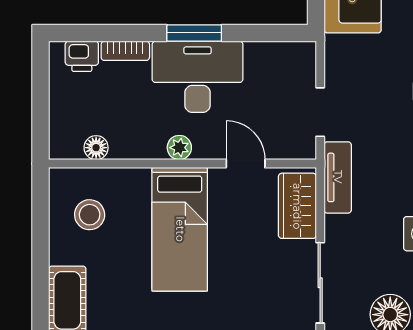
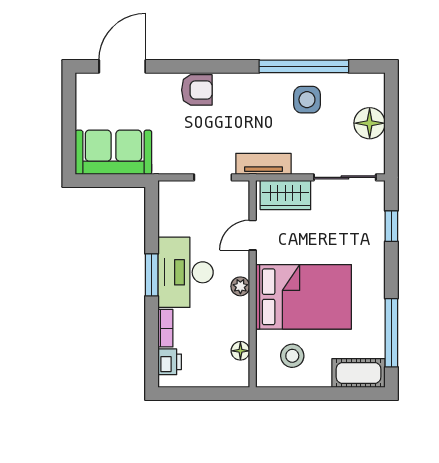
bed: (180, 229) -> (304, 297), width x1.50

